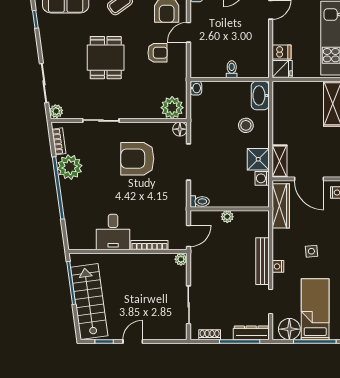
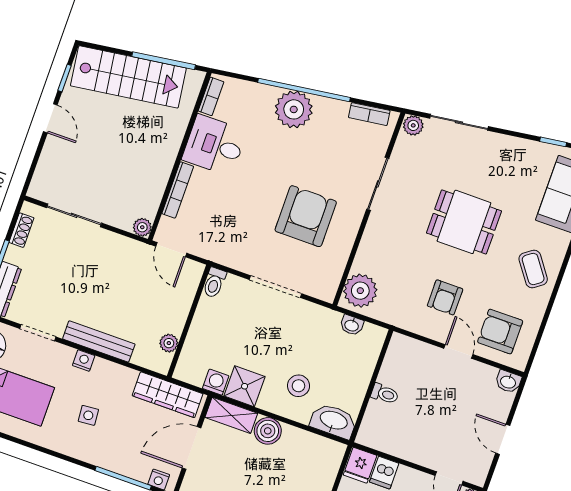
washbasin: (196, 88) -> (352, 325), moved
floor lamp: (180, 129) -> (326, 291), removed
boiler: (281, 135) -> (268, 431), added
plant: (70, 167) -> (294, 109), moved
plant: (227, 217) -> (169, 343), moved
bookcase: (83, 245) -> (211, 96), added

